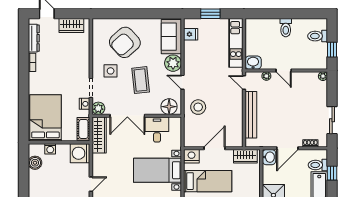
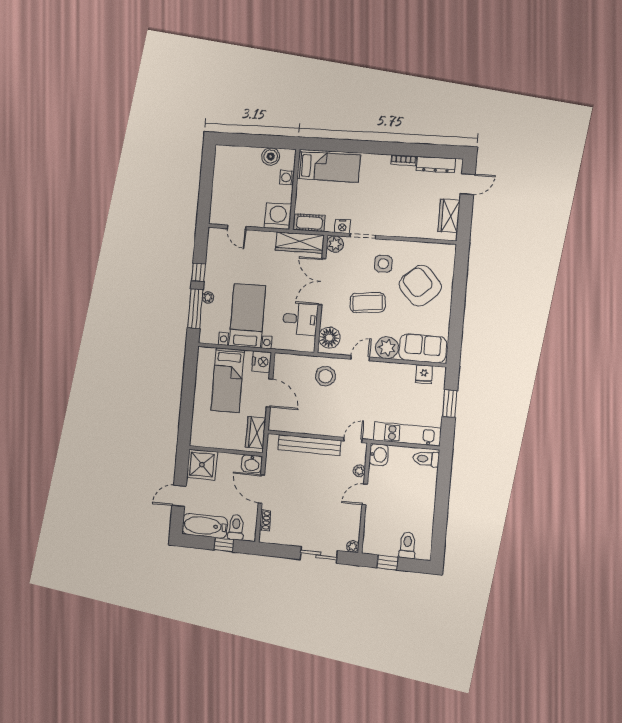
toilet: (286, 28) -> (426, 459), moved
bed: (45, 118) -> (329, 167), width x0.67
sliding door: (332, 120) -> (319, 555), moved

